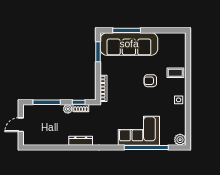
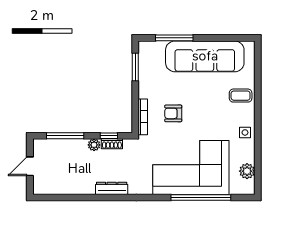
sofa: (129, 44) -> (205, 56), moved
armchair: (150, 81) -> (173, 113), moved
corner sofa: (139, 131) -> (191, 167), width x1.36, depth x1.36
plant: (180, 140) -> (247, 171), moved

